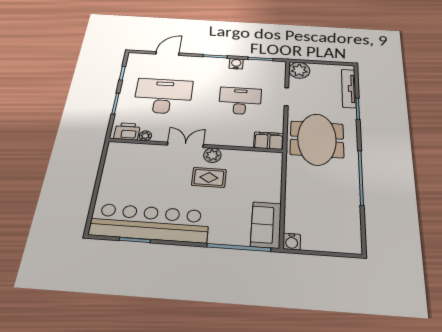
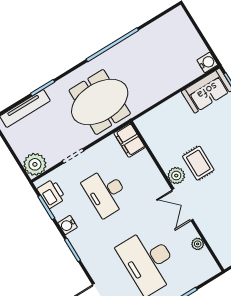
printer: (127, 131) -> (51, 194), moved, turned 180

